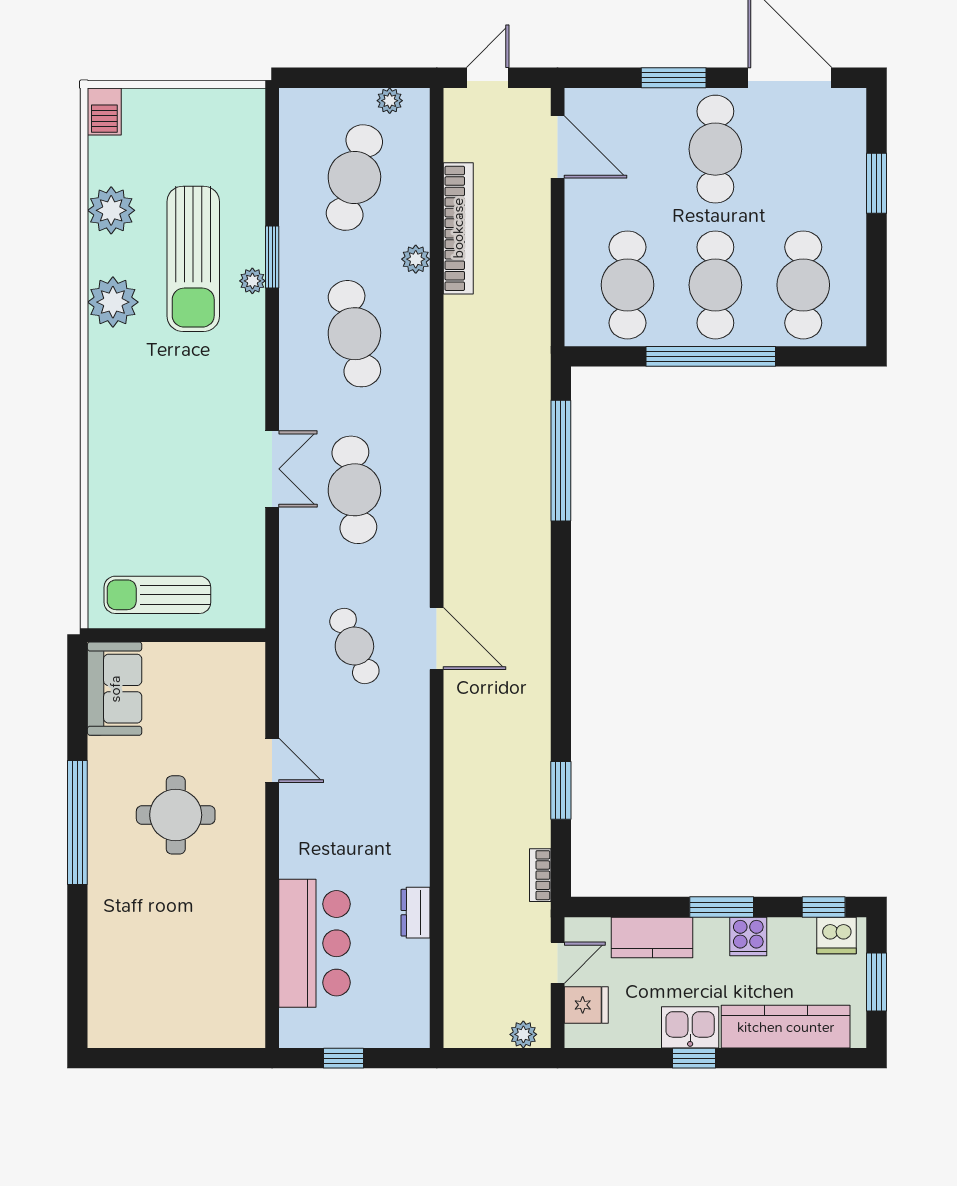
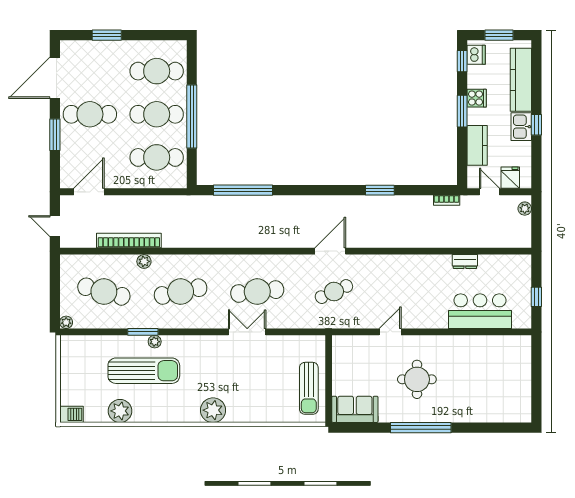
plant: (390, 101) -> (66, 322), moved
plant: (113, 302) -> (213, 410), moved
window: (561, 790) -> (380, 190), moved

